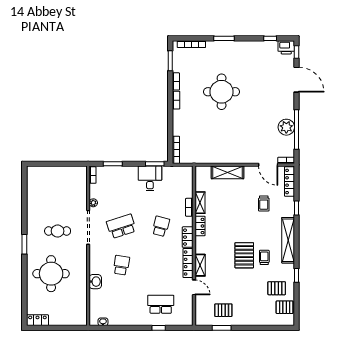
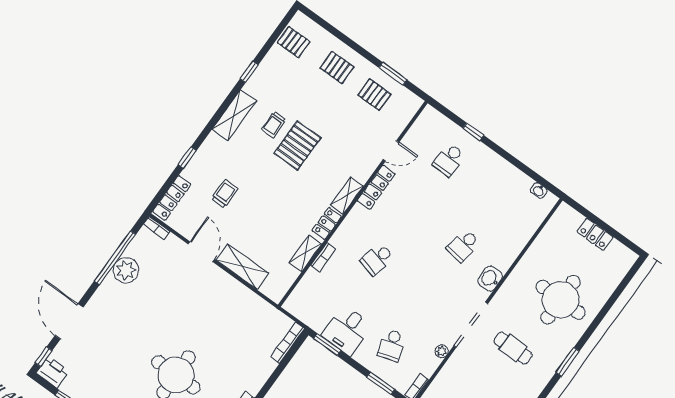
door: (268, 165) -> (201, 252), moved
school desk: (121, 226) -> (392, 345), moved, width x0.54
locker: (188, 237) -> (353, 221), removed
shelving: (288, 240) -> (234, 115), width x0.68
shelving: (200, 265) -> (347, 196), moved
washbasin: (95, 282) -> (490, 279), moved
door: (194, 287) -> (391, 151), swing flipped
pallet: (277, 288) -> (337, 67), moved
school desk: (161, 304) -> (449, 160), width x0.54
locker: (37, 320) -> (595, 234), moved

